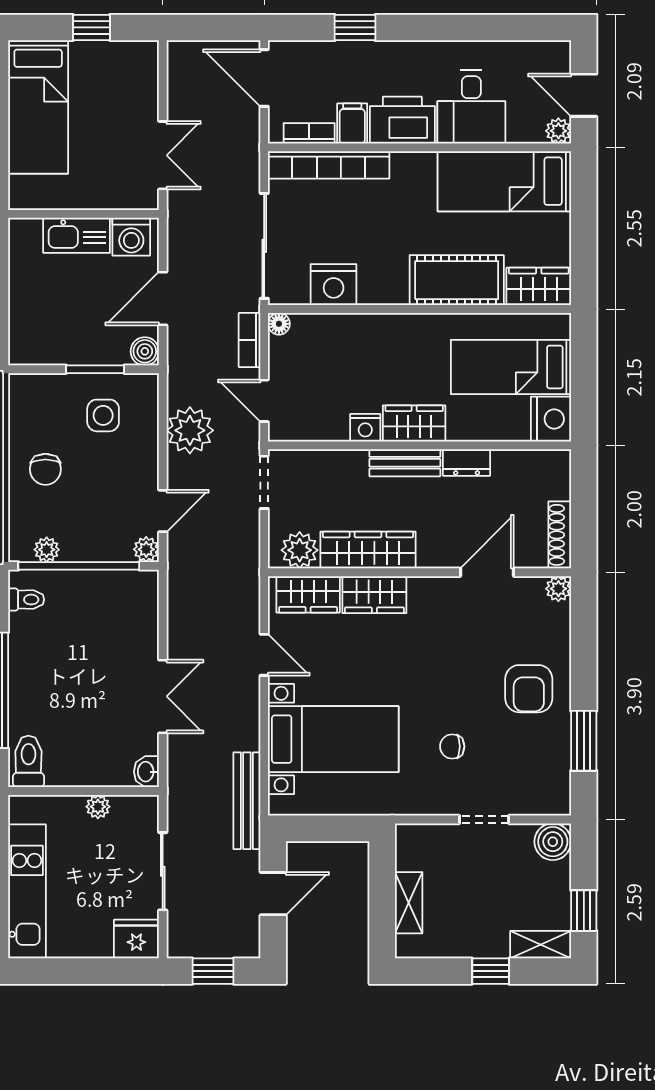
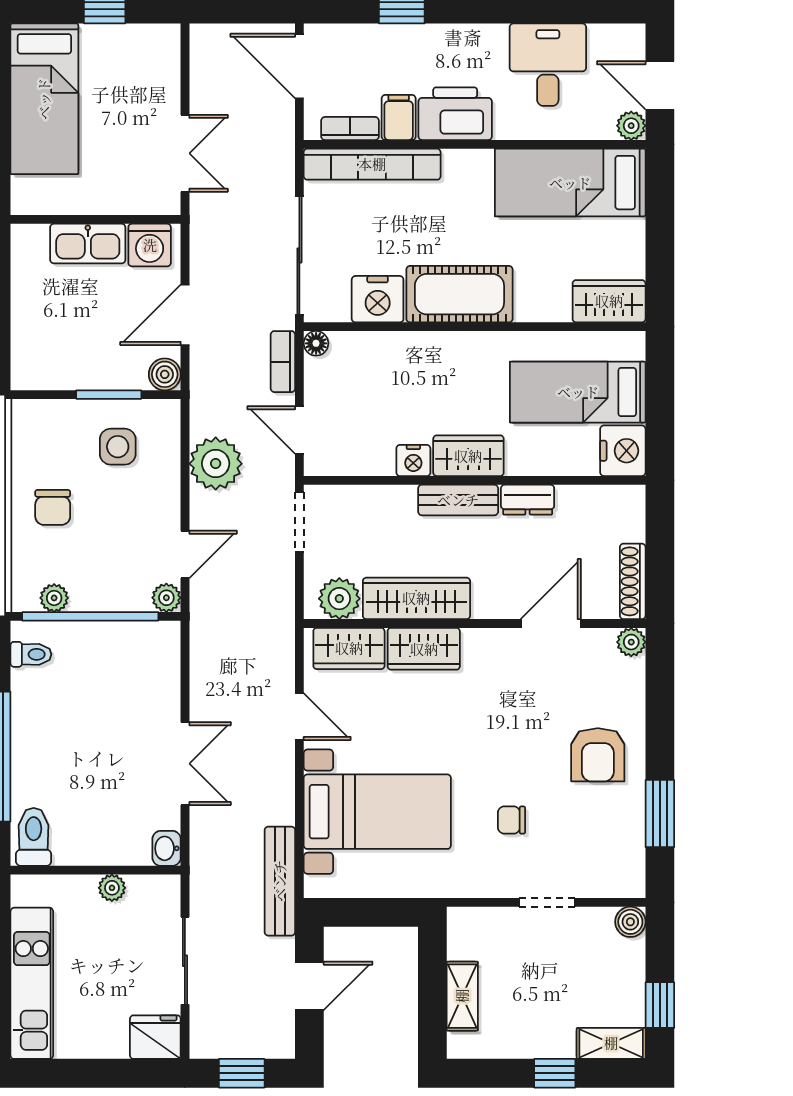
desk: (471, 107) -> (548, 65), moved, turned 180
cot: (457, 280) -> (459, 294), moved
boiler: (553, 842) -> (630, 922), width x0.73, depth x0.73

